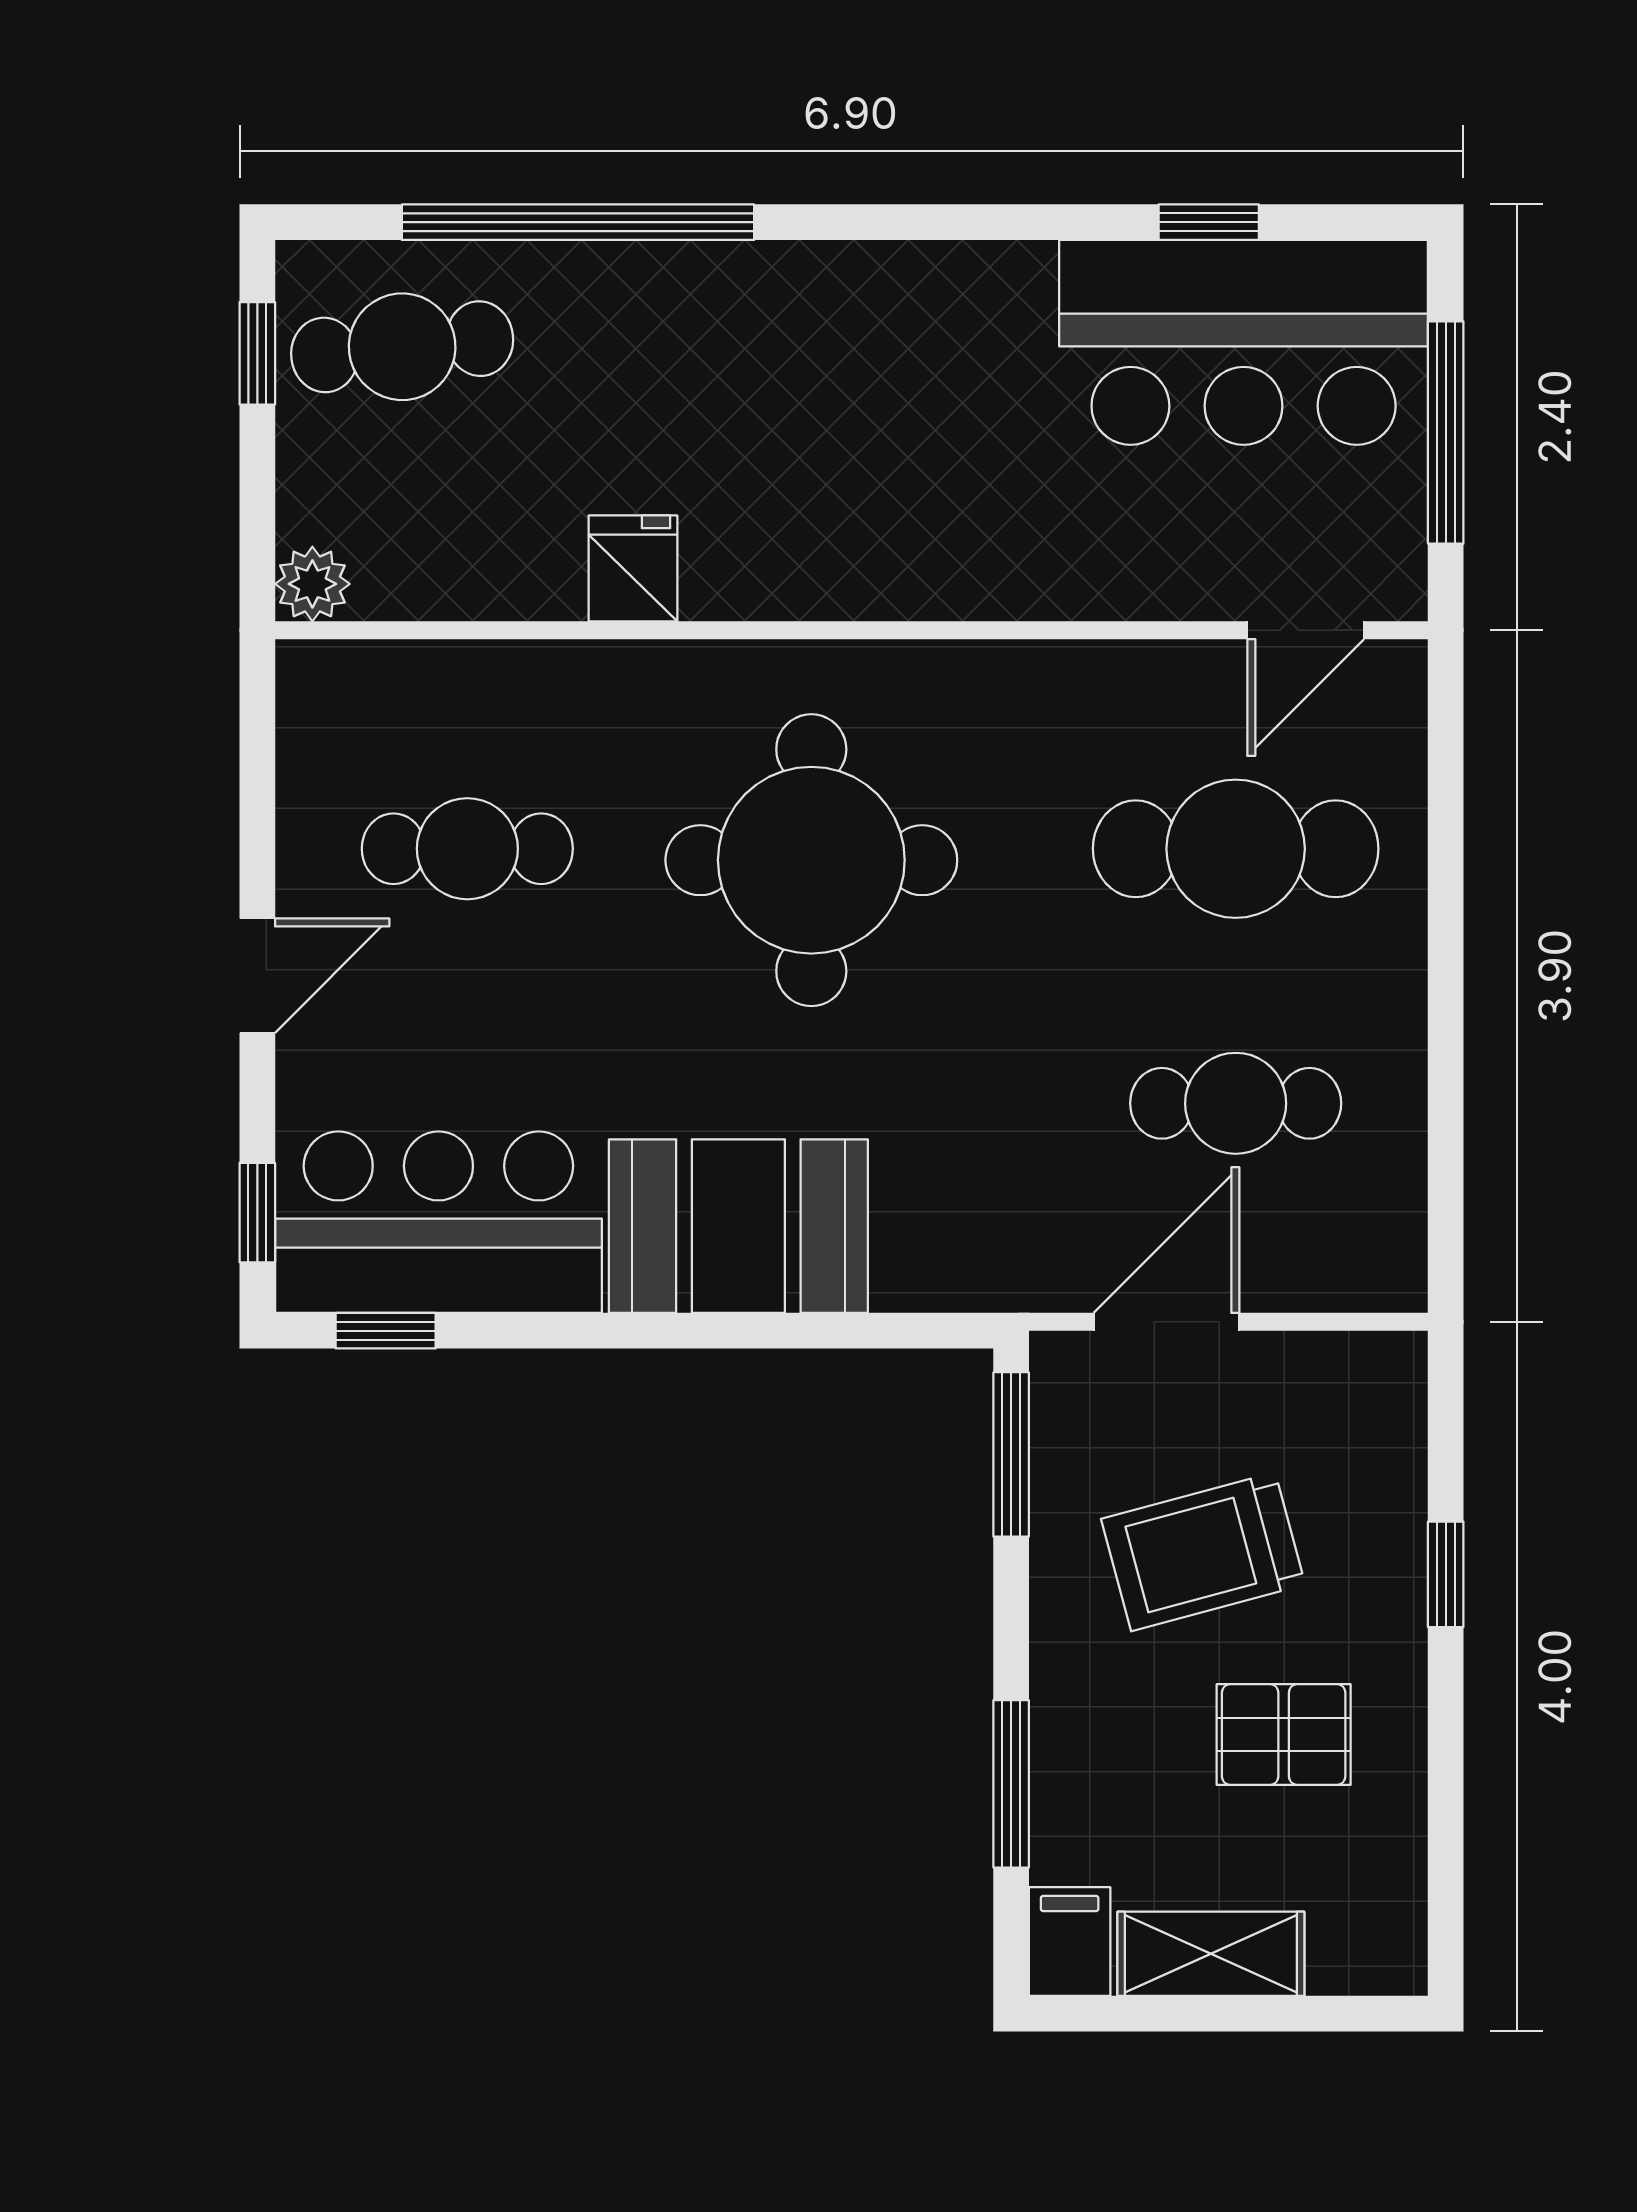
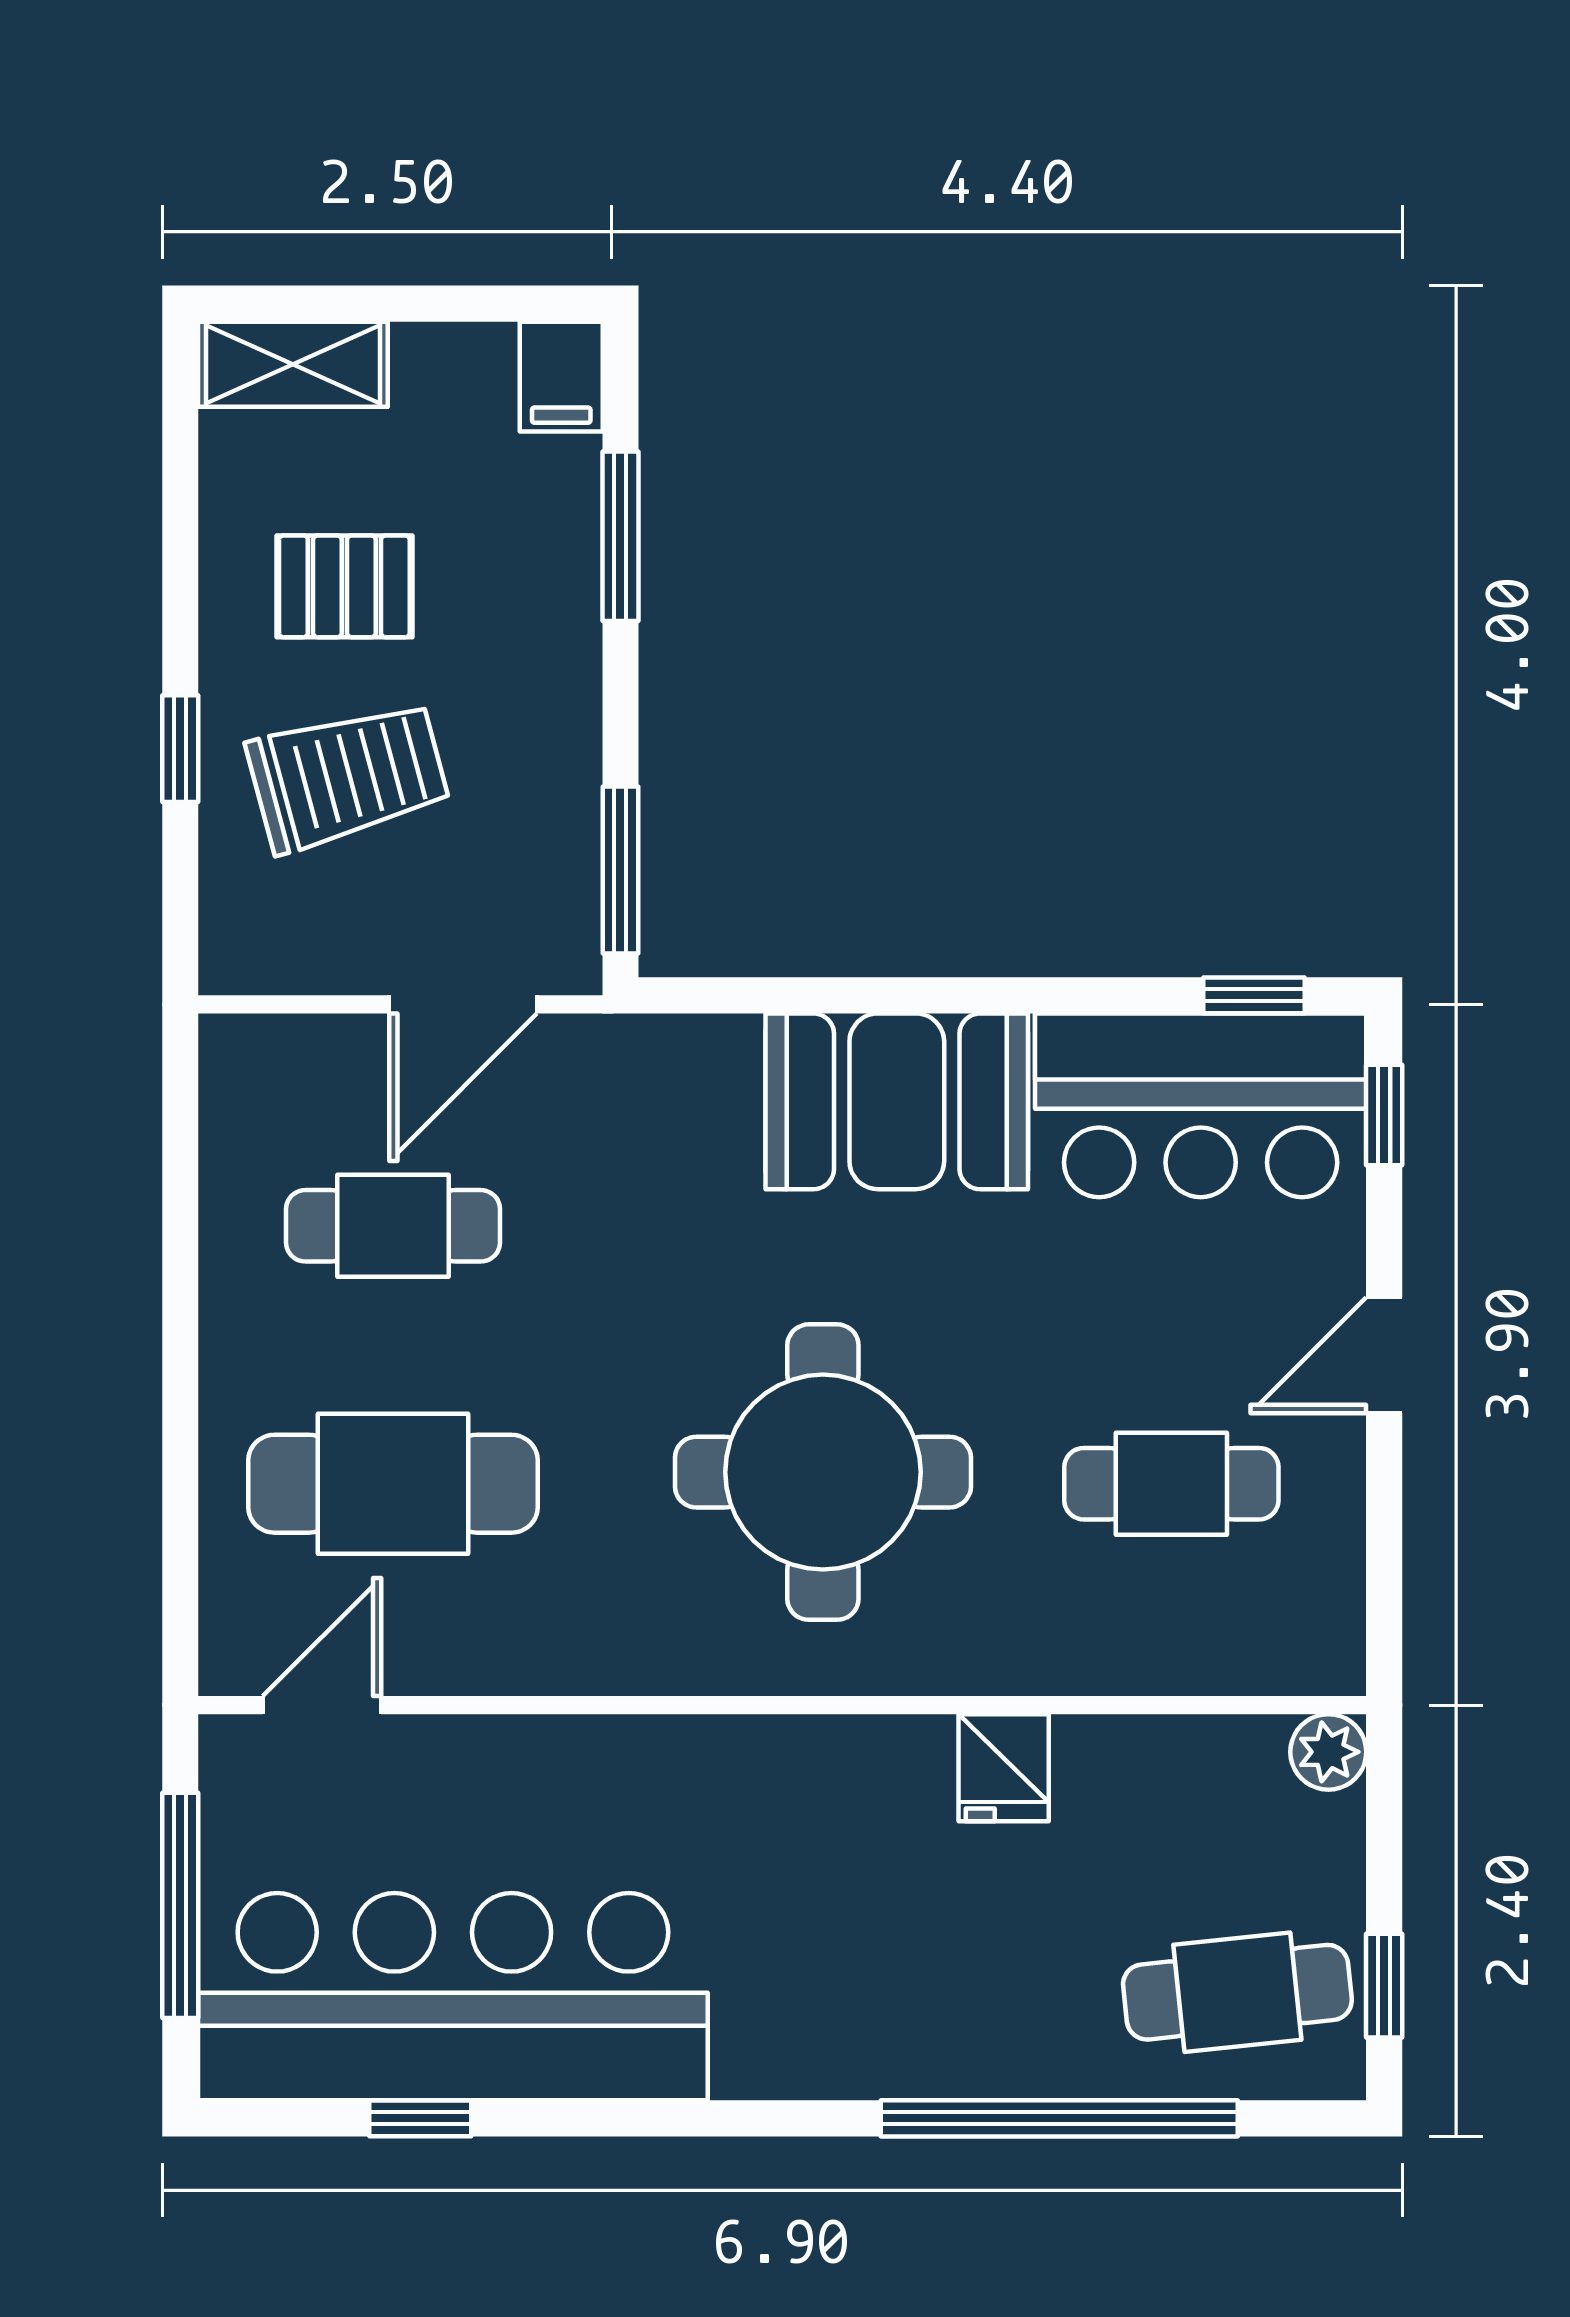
bar counter: (1244, 342) -> (453, 1997), width x1.36
trolley: (1203, 1552) -> (348, 776), moved
shelving: (1211, 1954) -> (293, 364), moved

